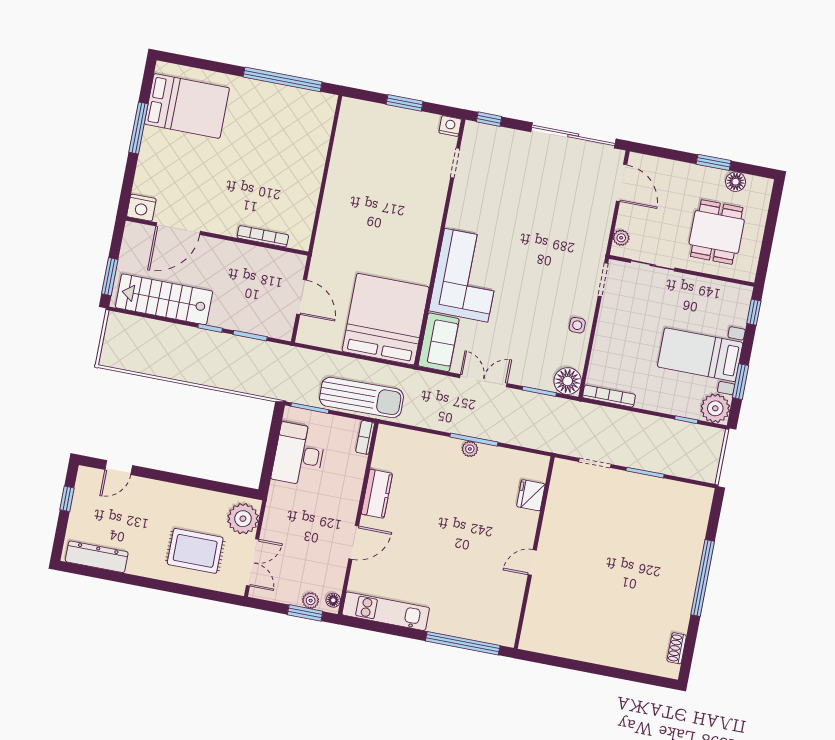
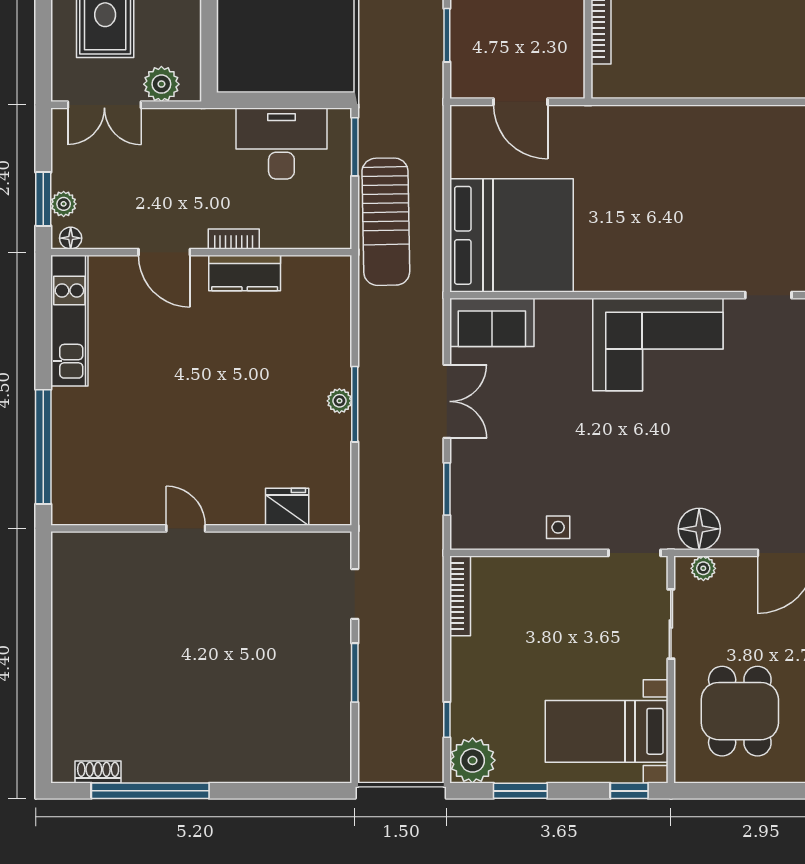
dining table: (717, 232) -> (740, 711), turned 90
corner sofa: (466, 275) -> (658, 345), moved
door: (302, 297) -> (520, 102), hinge flipped
bed with nightstands: (700, 355) -> (607, 731), moved, turned -90
floor lamp: (568, 381) -> (699, 529), moved
bookcase: (365, 437) -> (234, 239), moved
plant: (243, 519) -> (161, 84), width x0.73, depth x0.73
window: (703, 578) -> (150, 791), moved

